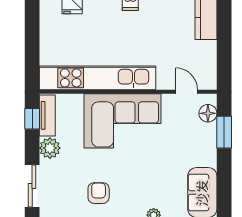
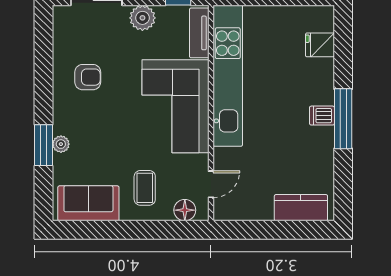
tv unit: (47, 115) -> (199, 33), moved, turned 90
window: (224, 132) -> (162, 230), removed
coffee table: (190, 146) -> (145, 188), added

